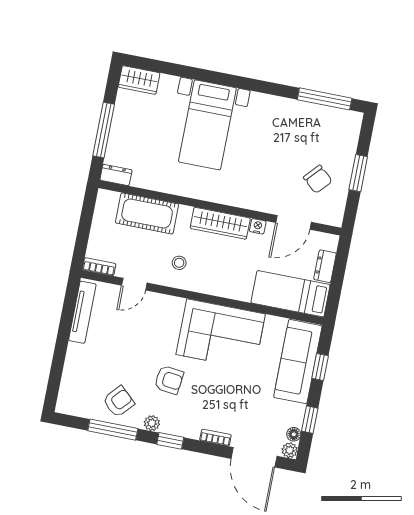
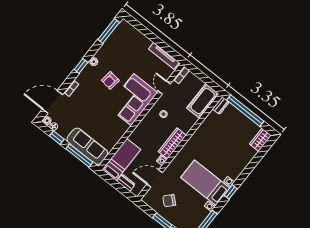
window: (251, 85) -> (231, 192), added
bed with nightstands: (207, 125) -> (205, 183), moved
window: (104, 130) -> (245, 111), width x1.46
cot: (147, 214) -> (203, 101), moved
door: (294, 222) -> (155, 178), hinge flipped
corner sofa: (221, 334) -> (132, 100), moved
window: (320, 367) -> (79, 156), width x2.17
armchair: (119, 402) -> (112, 51), removed
window: (113, 430) -> (109, 31), moved

